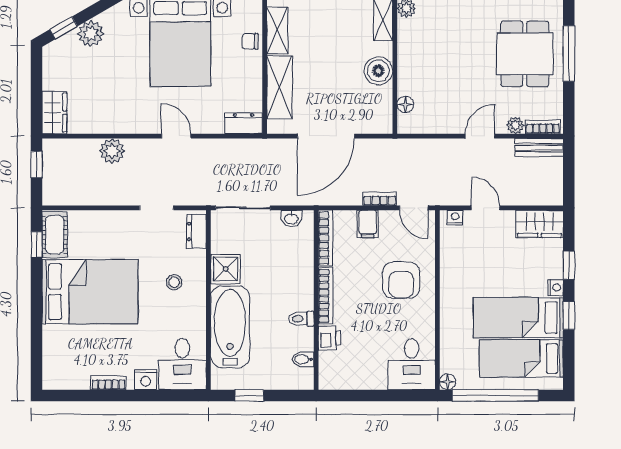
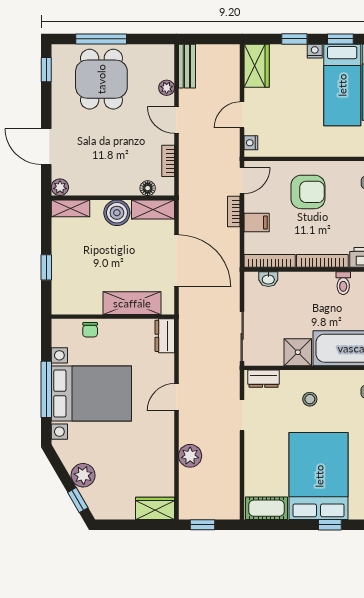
shelving: (277, 30) -> (153, 209), moved
dining table: (525, 54) -> (101, 79), turned 90
bookcase: (543, 127) -> (168, 161), moved
washbasin: (291, 218) -> (268, 279), moved, turned 90
window: (37, 244) -> (330, 525), moved

